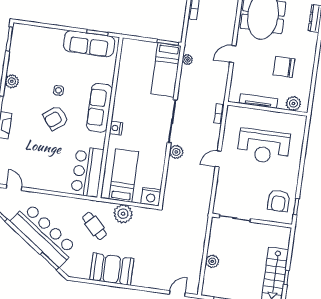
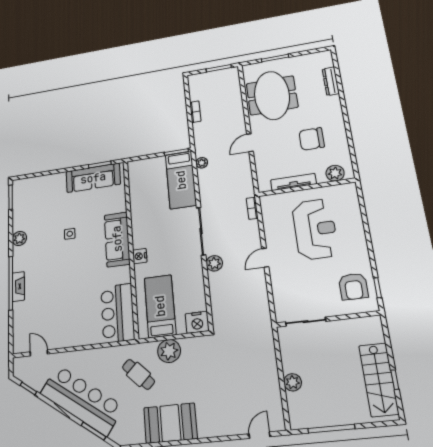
armchair: (56, 118) -> (72, 264), removed
reception desk: (264, 146) -> (315, 229), turned -90

